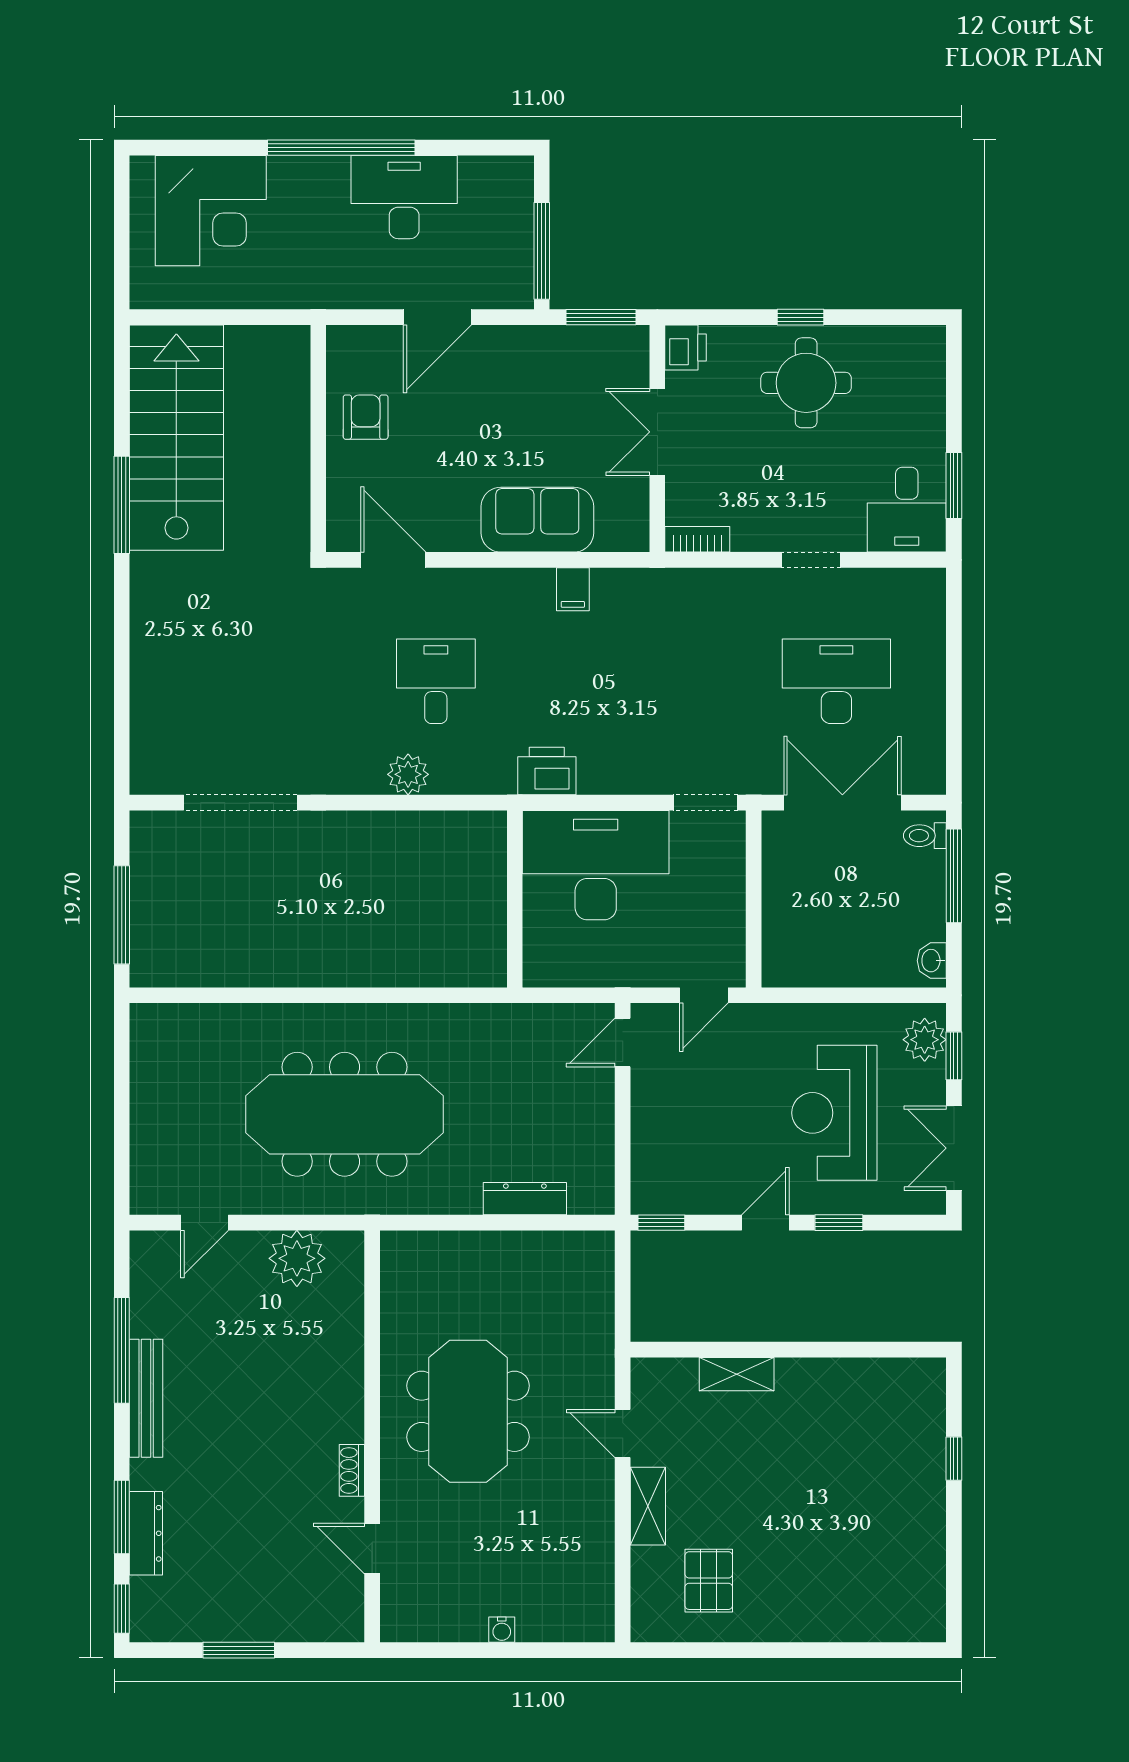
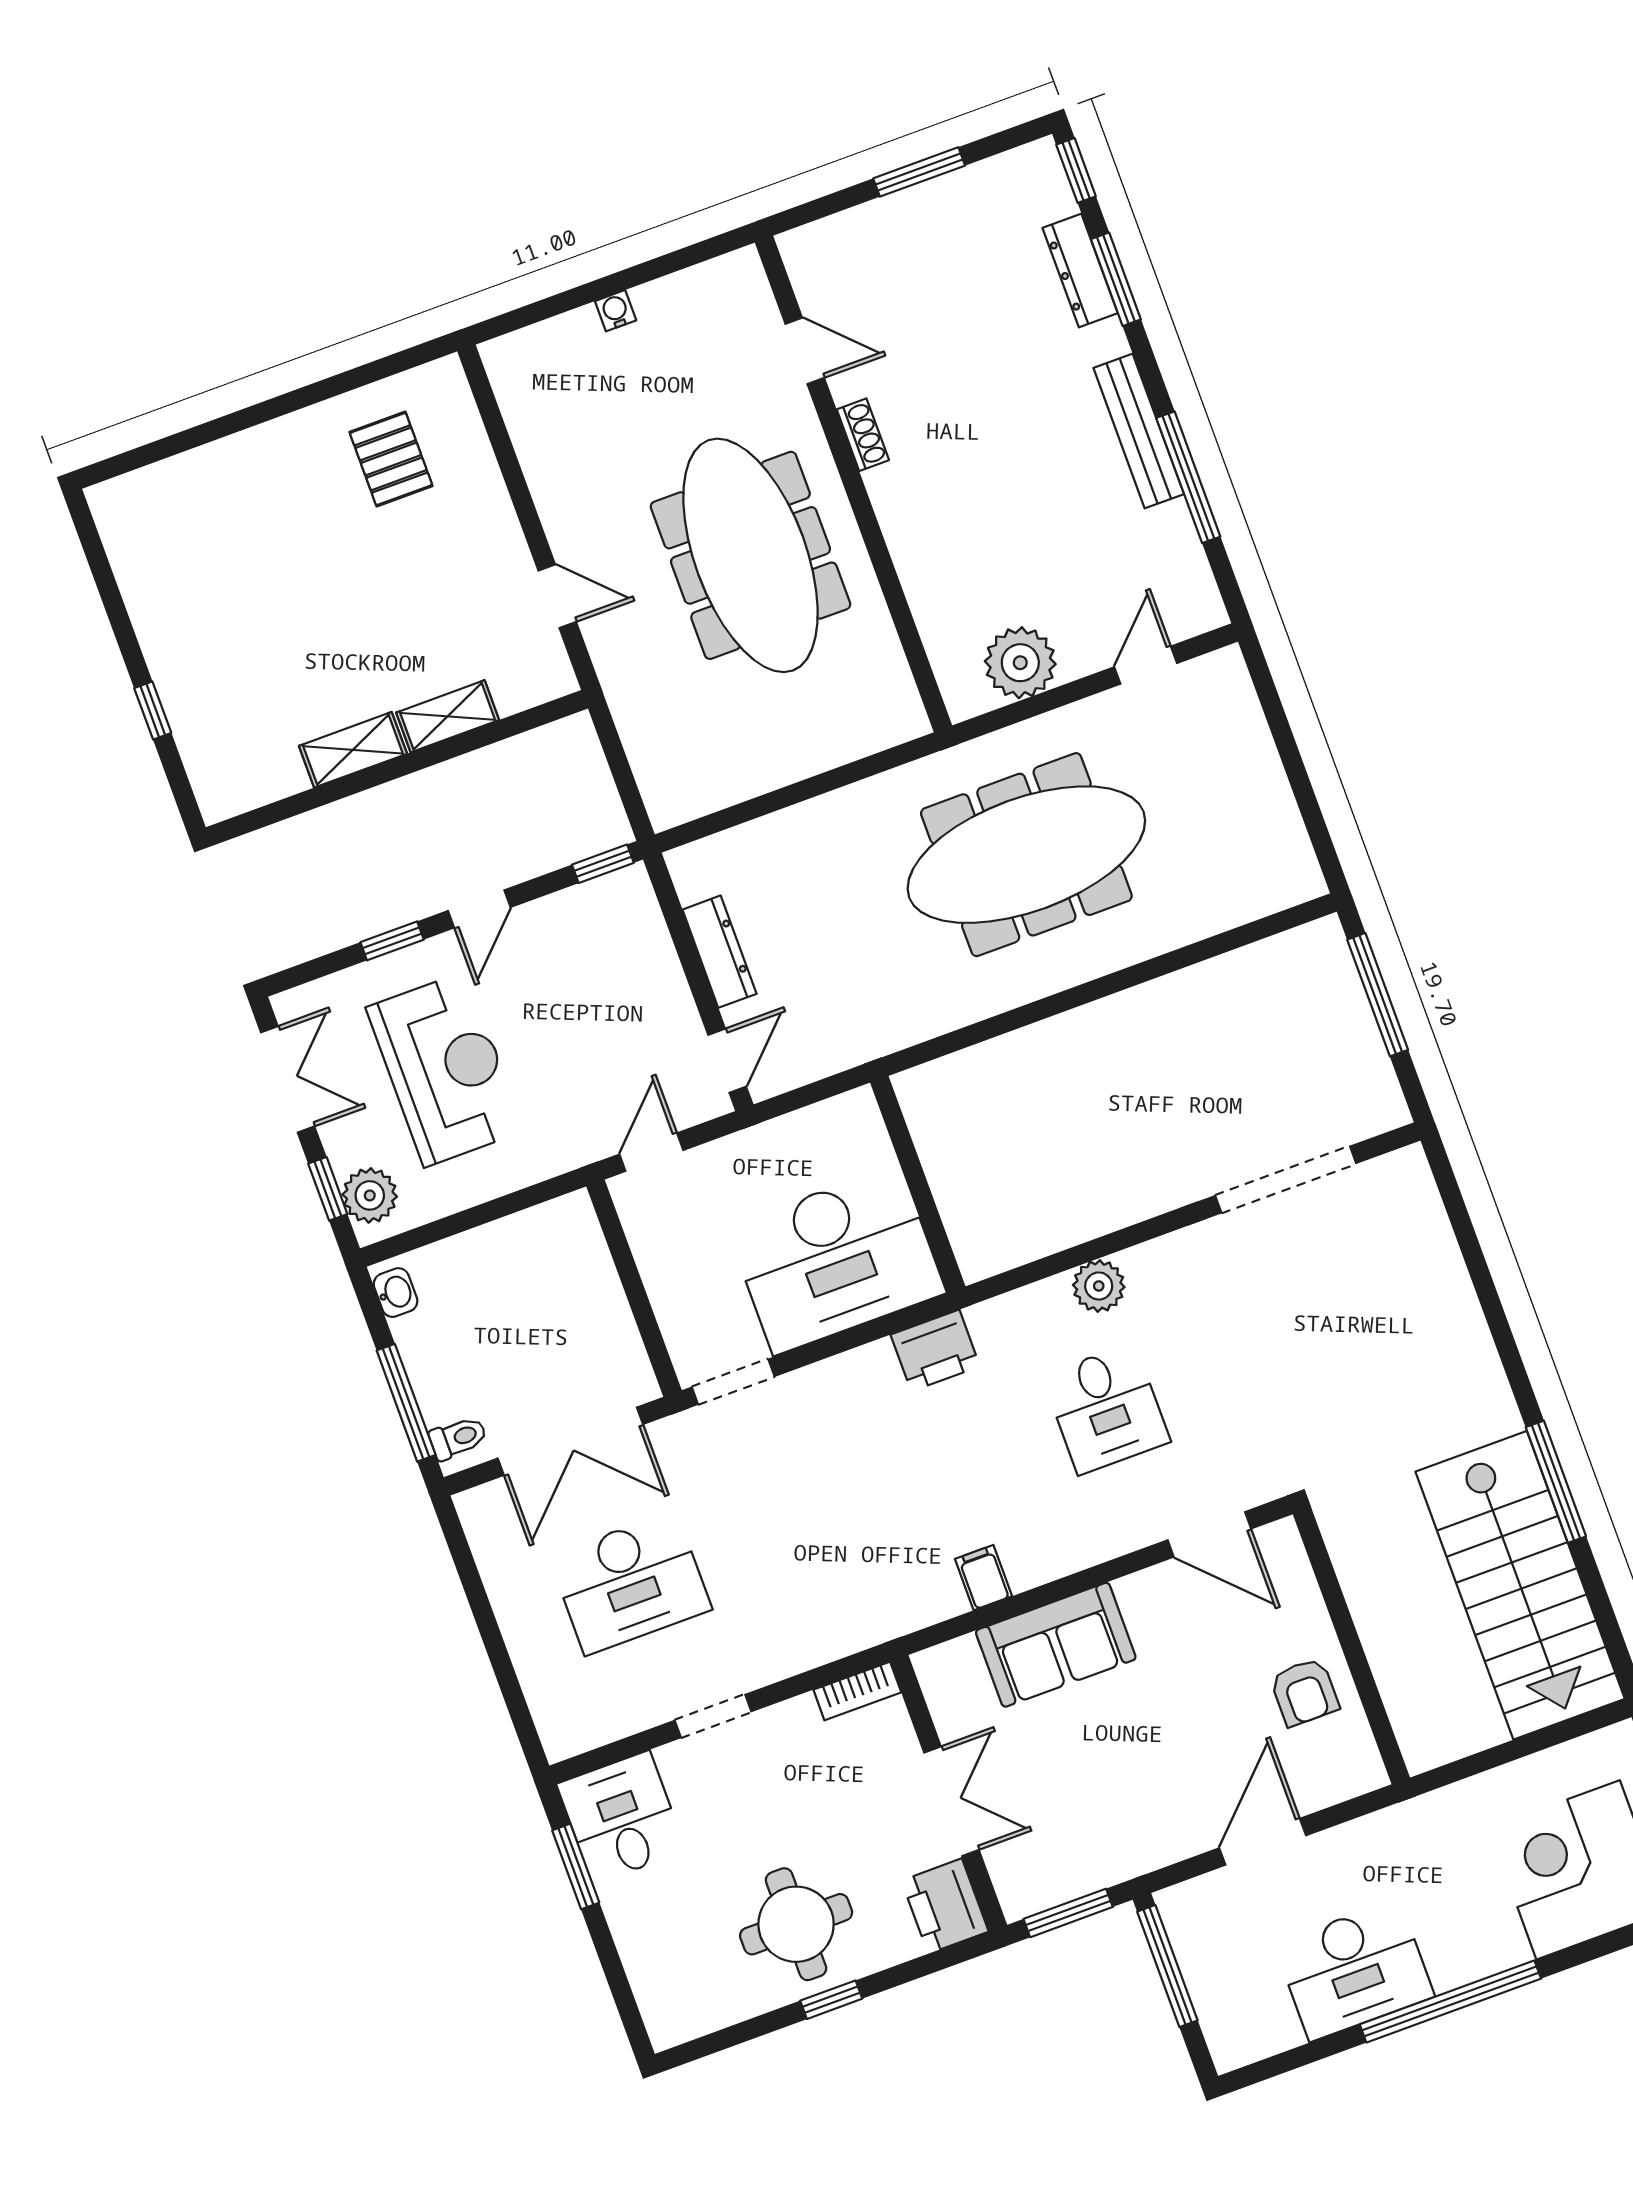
printer: (686, 348) -> (945, 1906), width x1.36, depth x1.24
dresser: (525, 1199) -> (719, 952), moved, turned -90
meeting table: (468, 1411) -> (751, 555), width x1.36
shelving: (648, 1506) -> (353, 750), moved, turned 90

